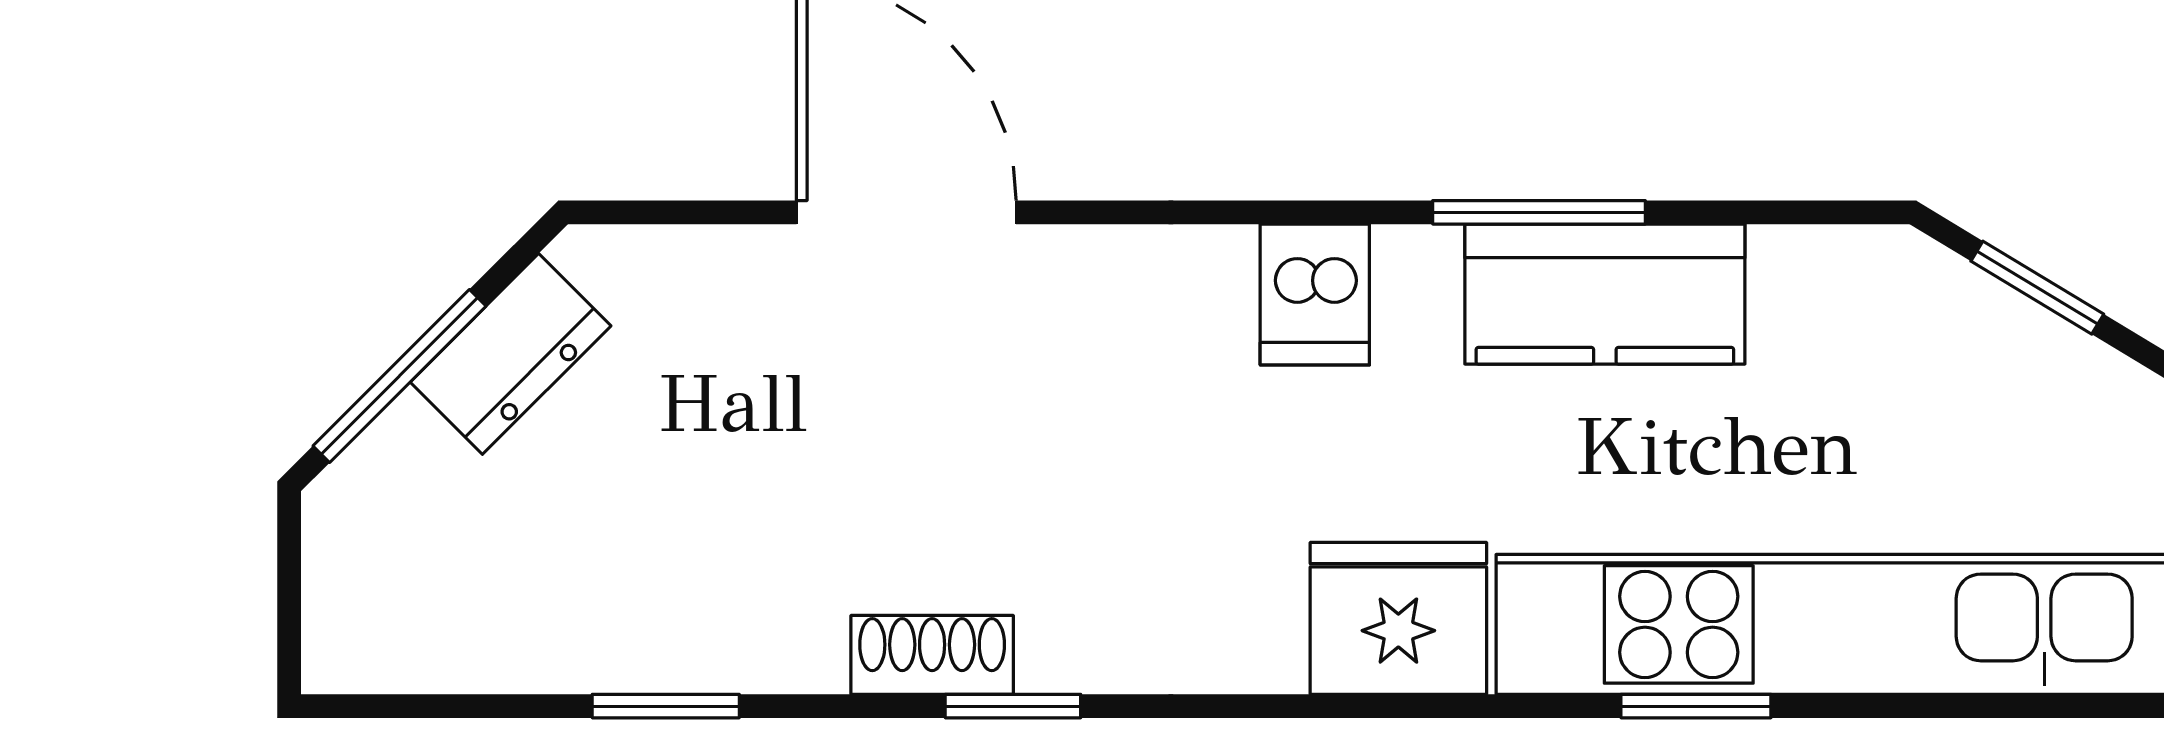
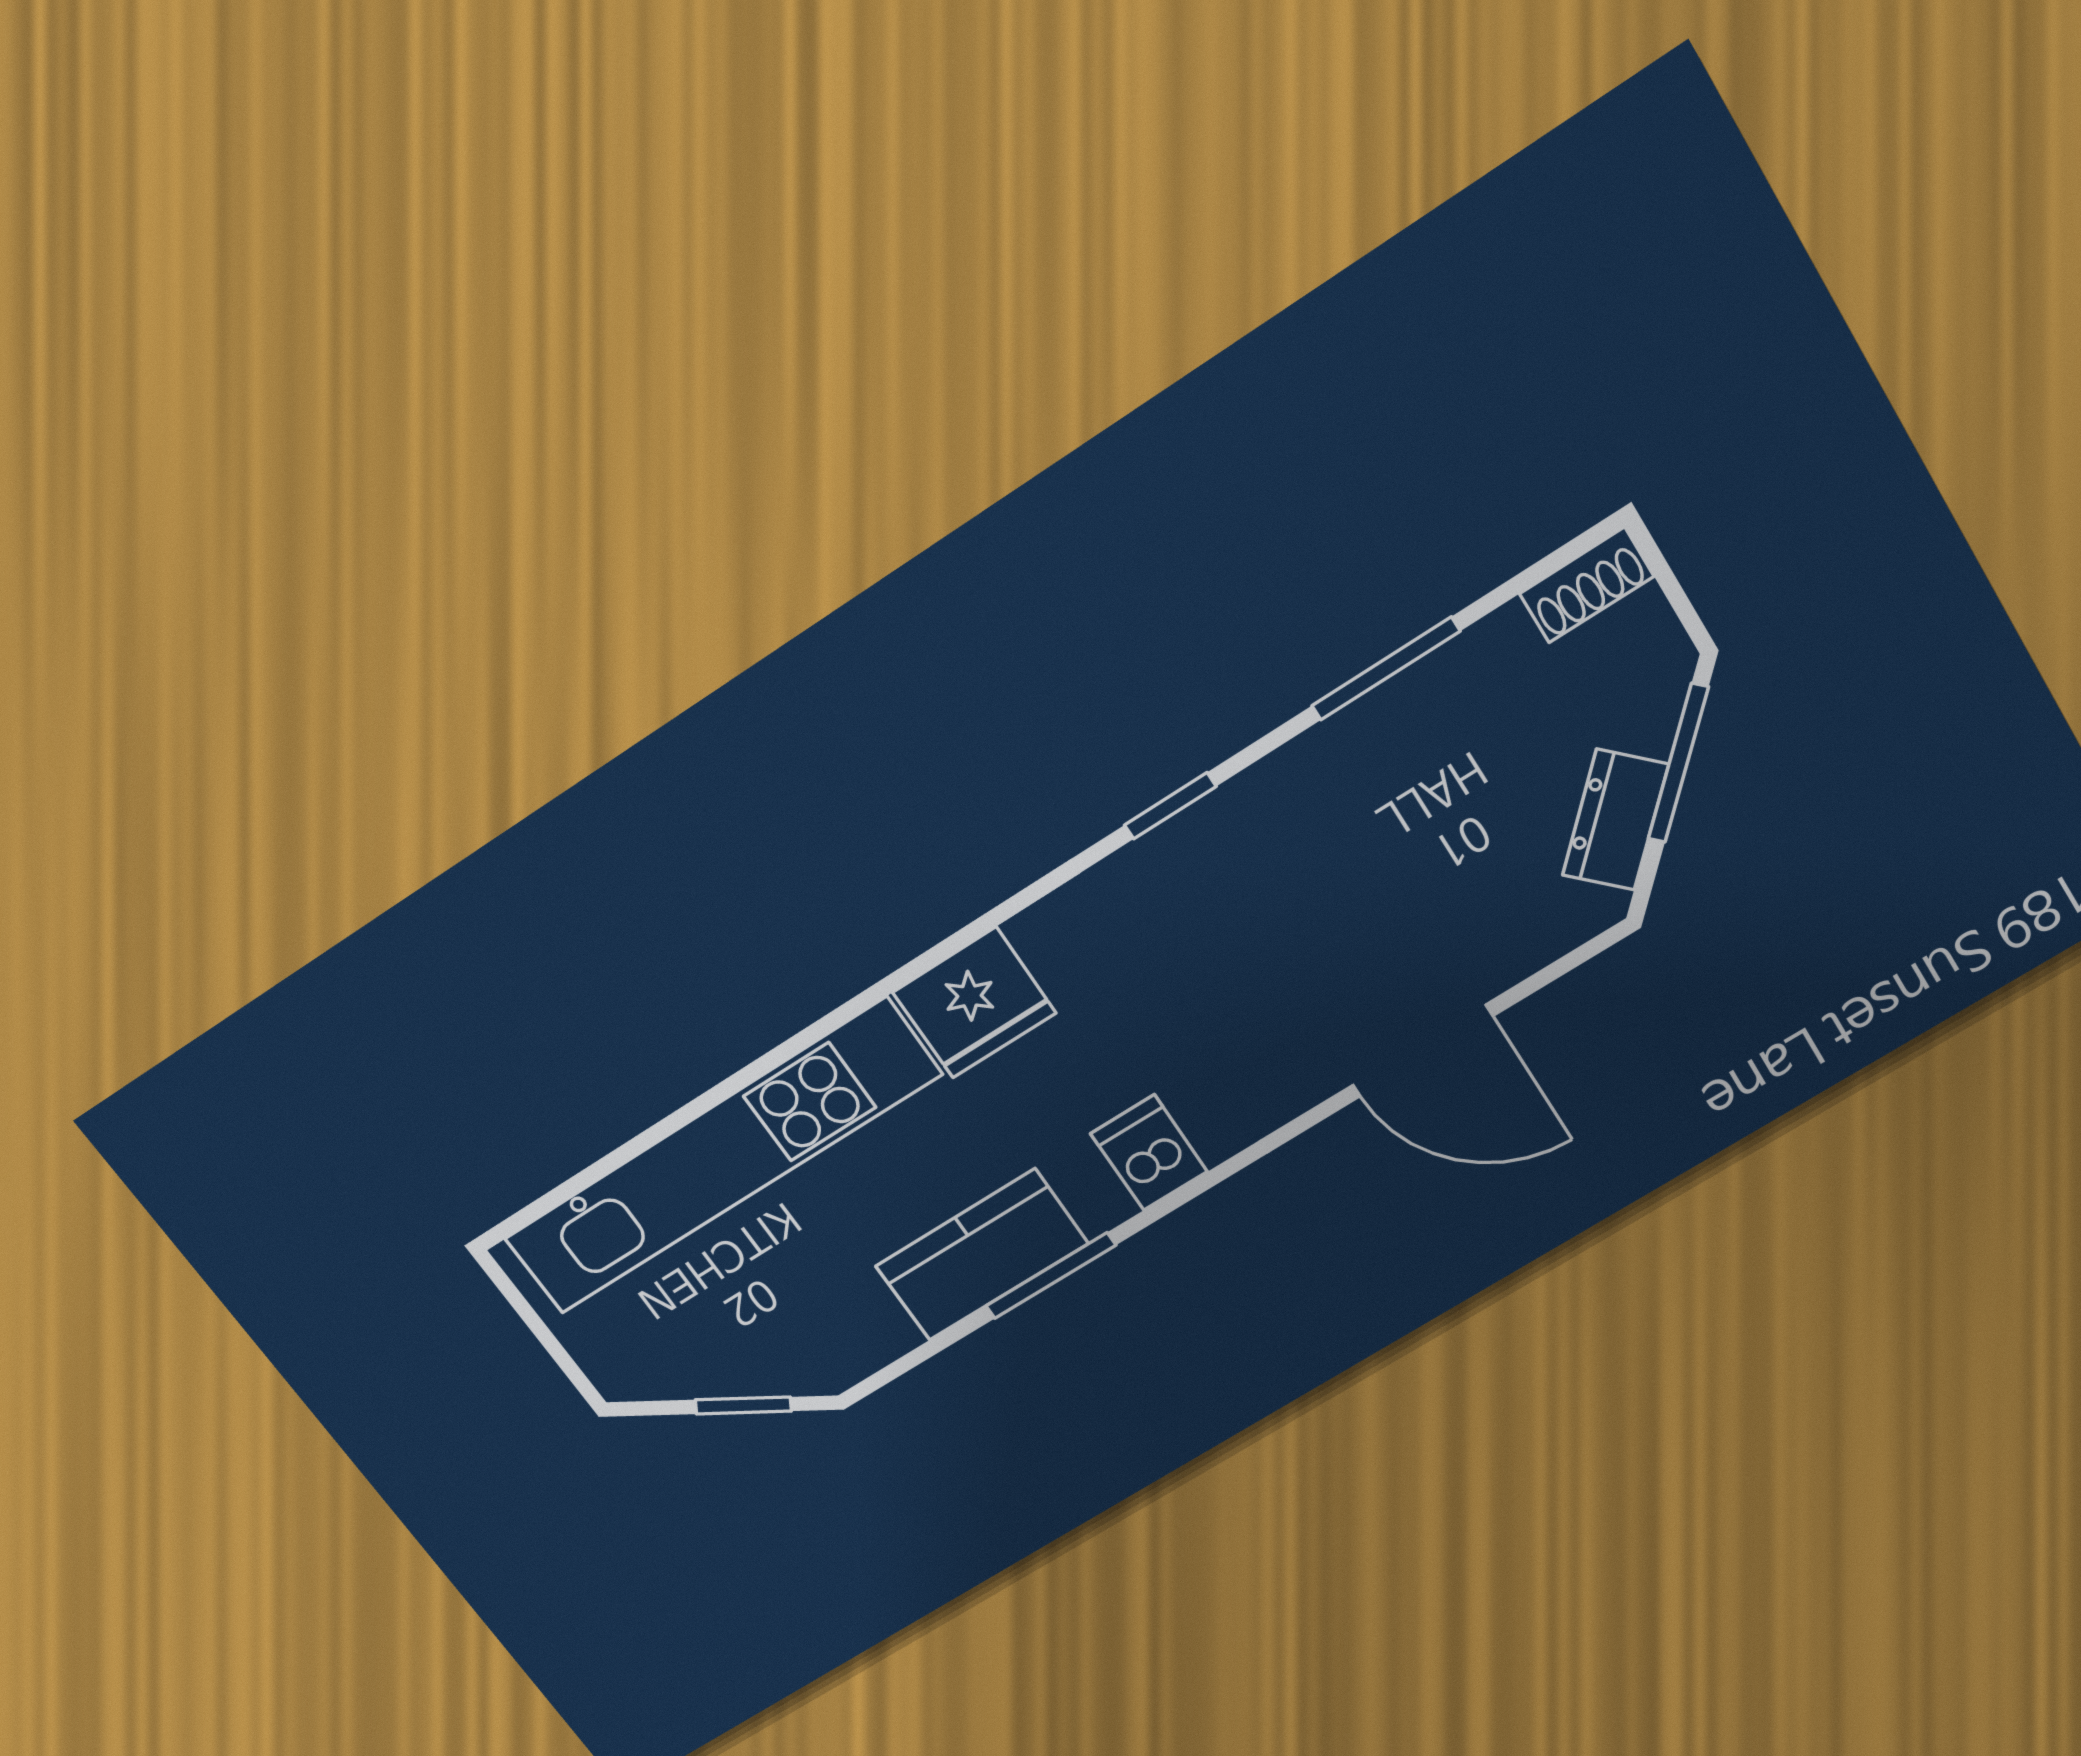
shoe rack: (932, 655) -> (1587, 585), moved
window: (666, 706) -> (1386, 669), width x1.50
window: (1696, 706) -> (767, 1063), removed

